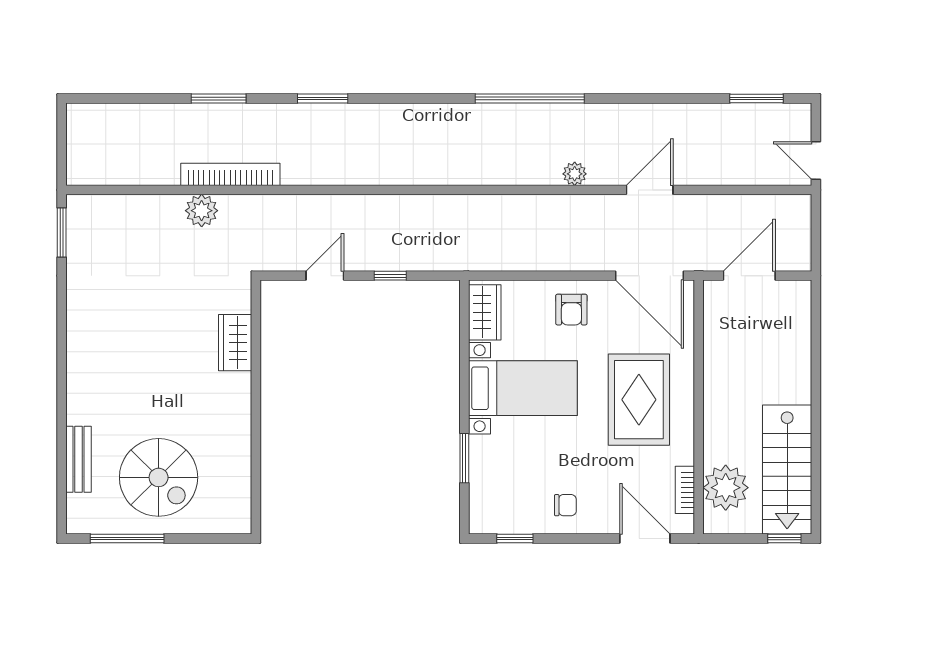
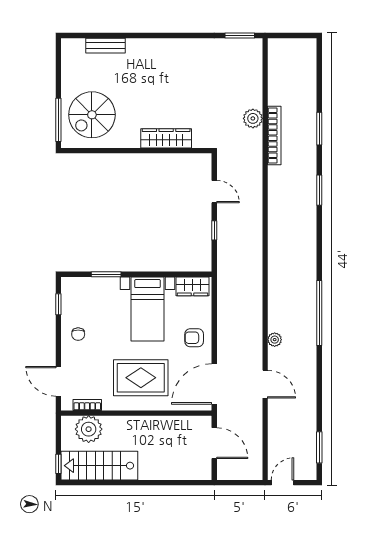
wardrobe: (235, 343) -> (166, 138), width x1.50
spiral stairs: (159, 477) -> (92, 115), moved
window: (127, 538) -> (58, 120), moved
door: (645, 538) -> (58, 381), swing flipped

